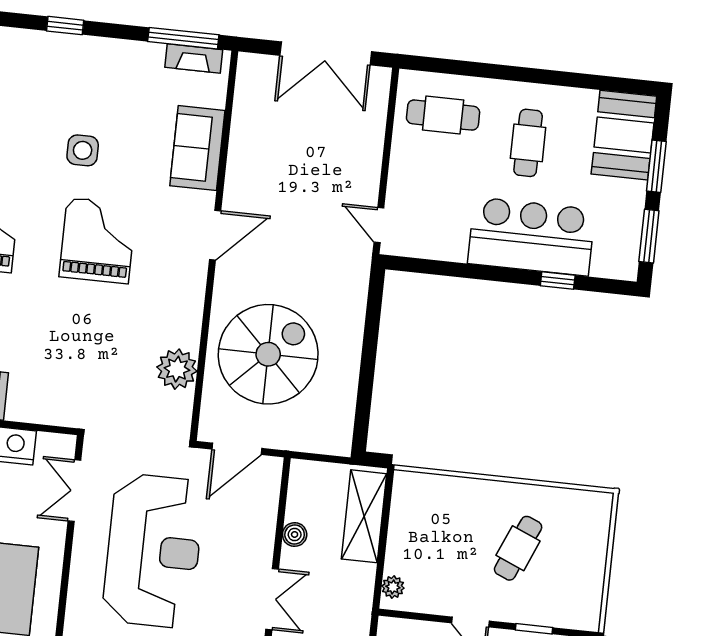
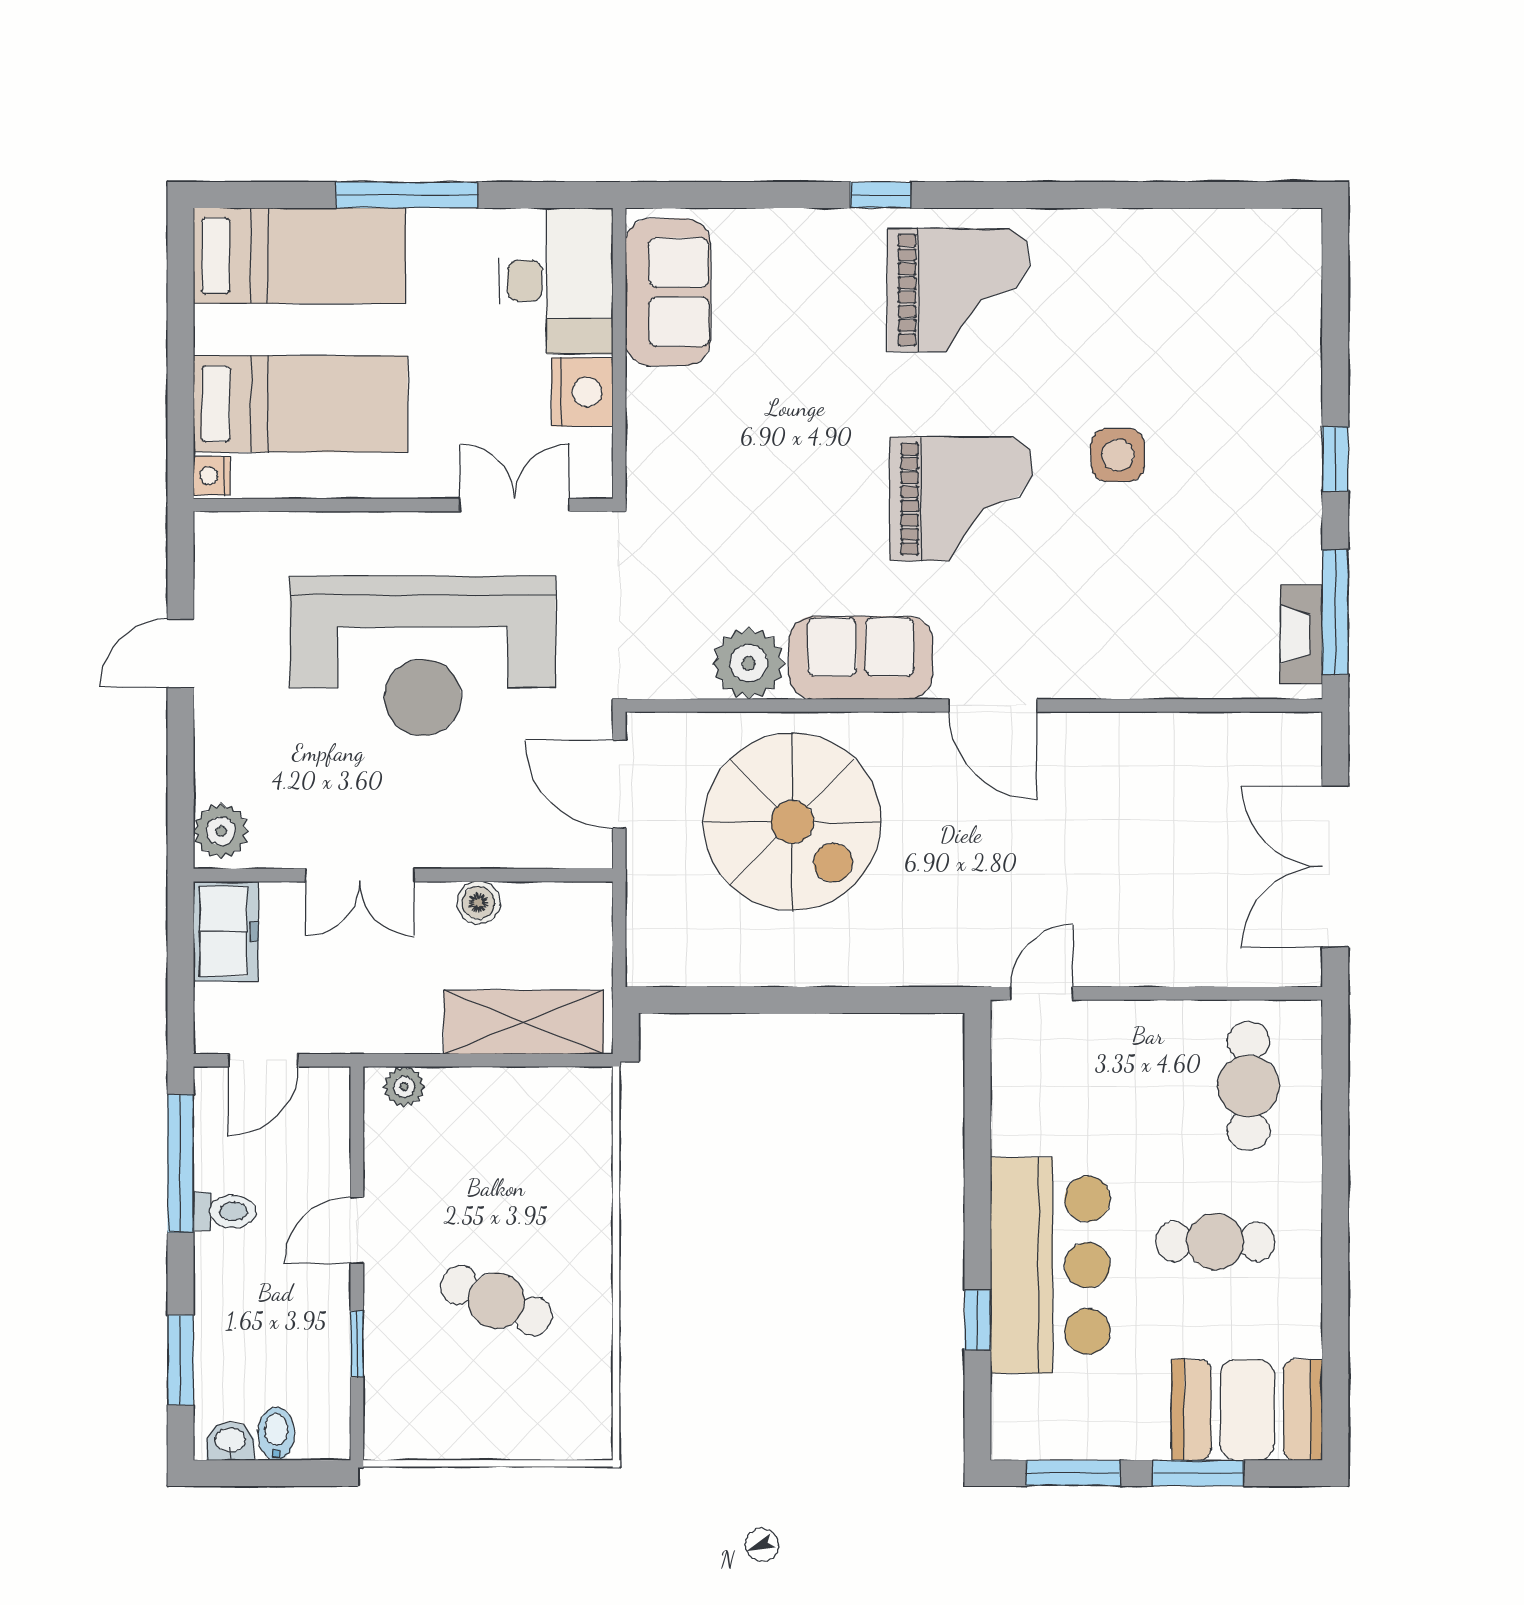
window: (65, 26) -> (1335, 459), moved
sofa: (197, 148) -> (861, 658), moved

